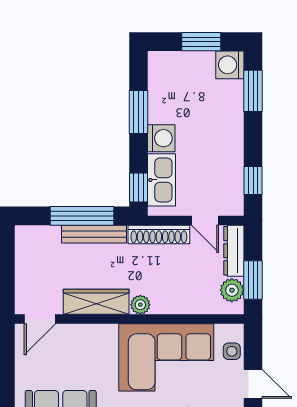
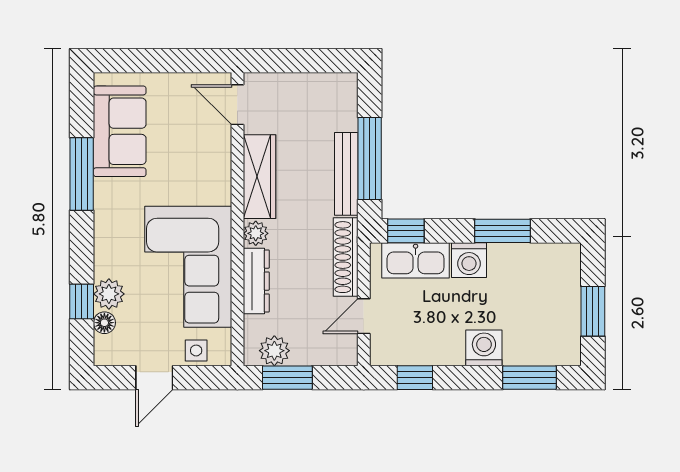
washing machine: (230, 65) -> (484, 348), moved
dresser: (234, 251) -> (256, 281), moved, turned 90

